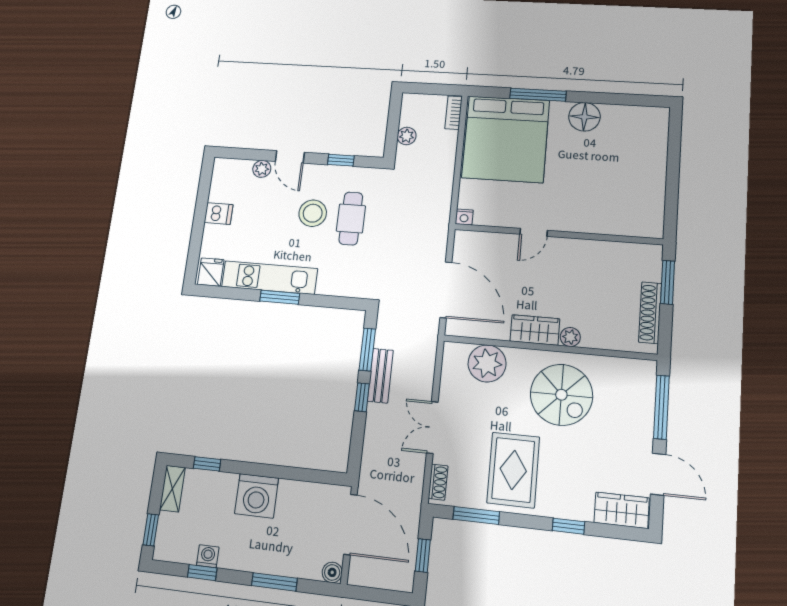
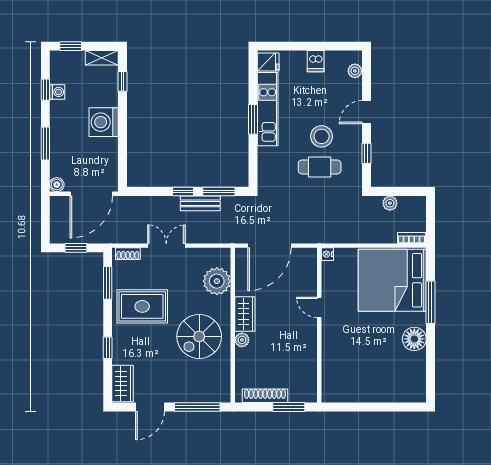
plant: (262, 169) -> (355, 71), moved

